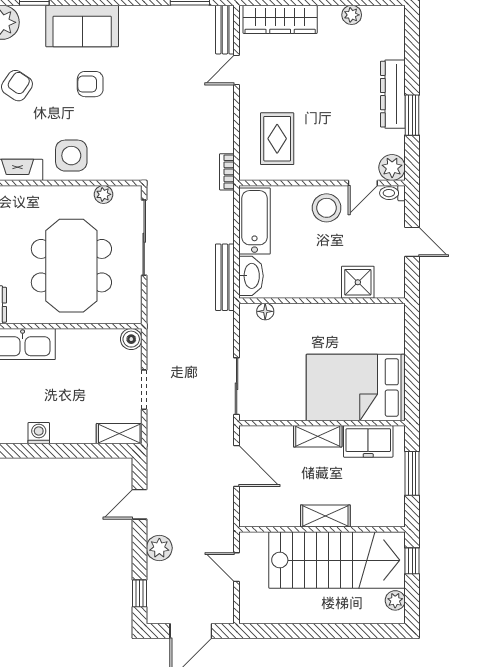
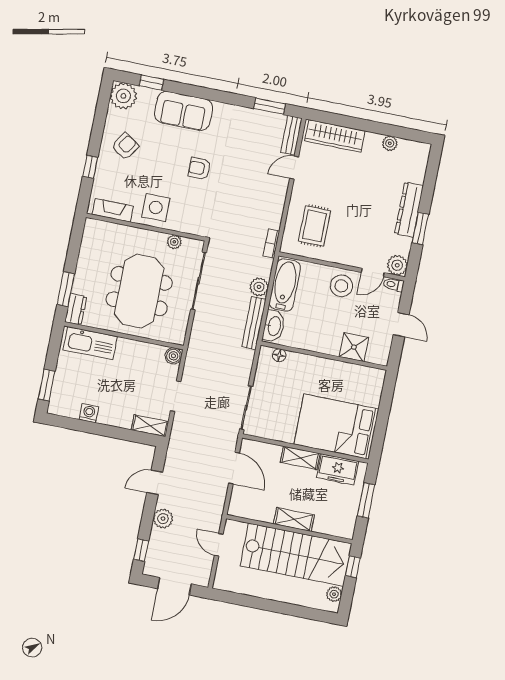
armchair: (90, 84) -> (199, 168), moved
plant: (222, 230) -> (259, 287), added

